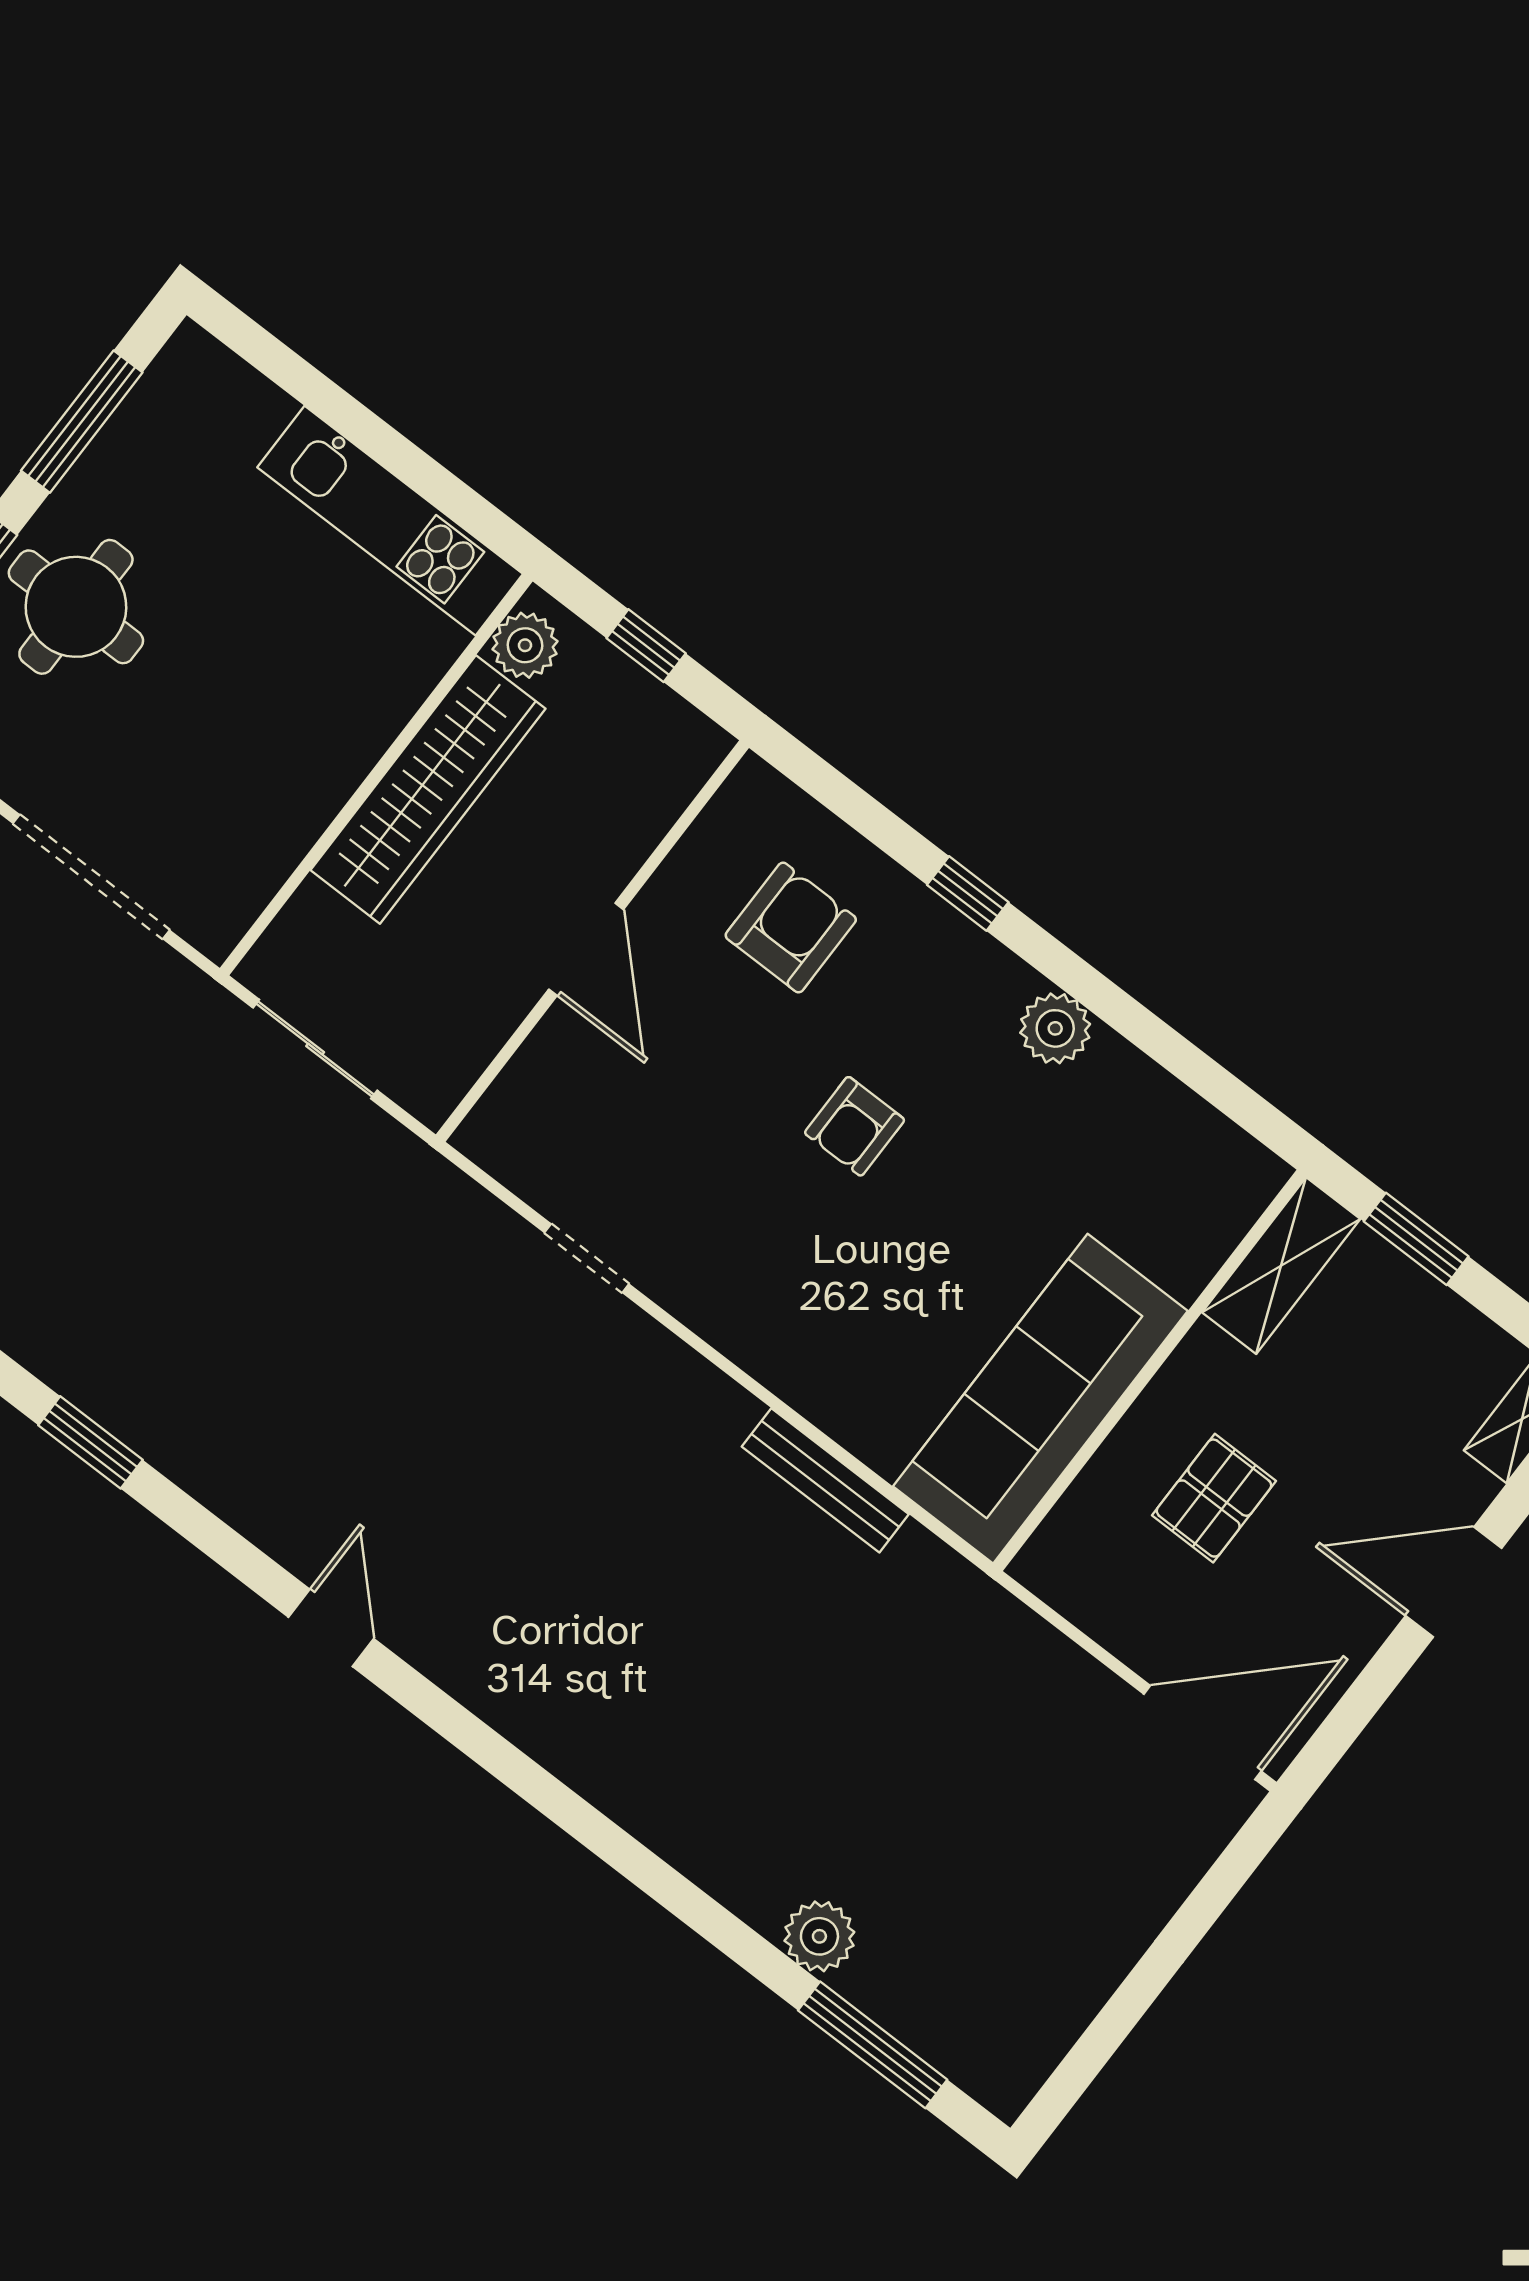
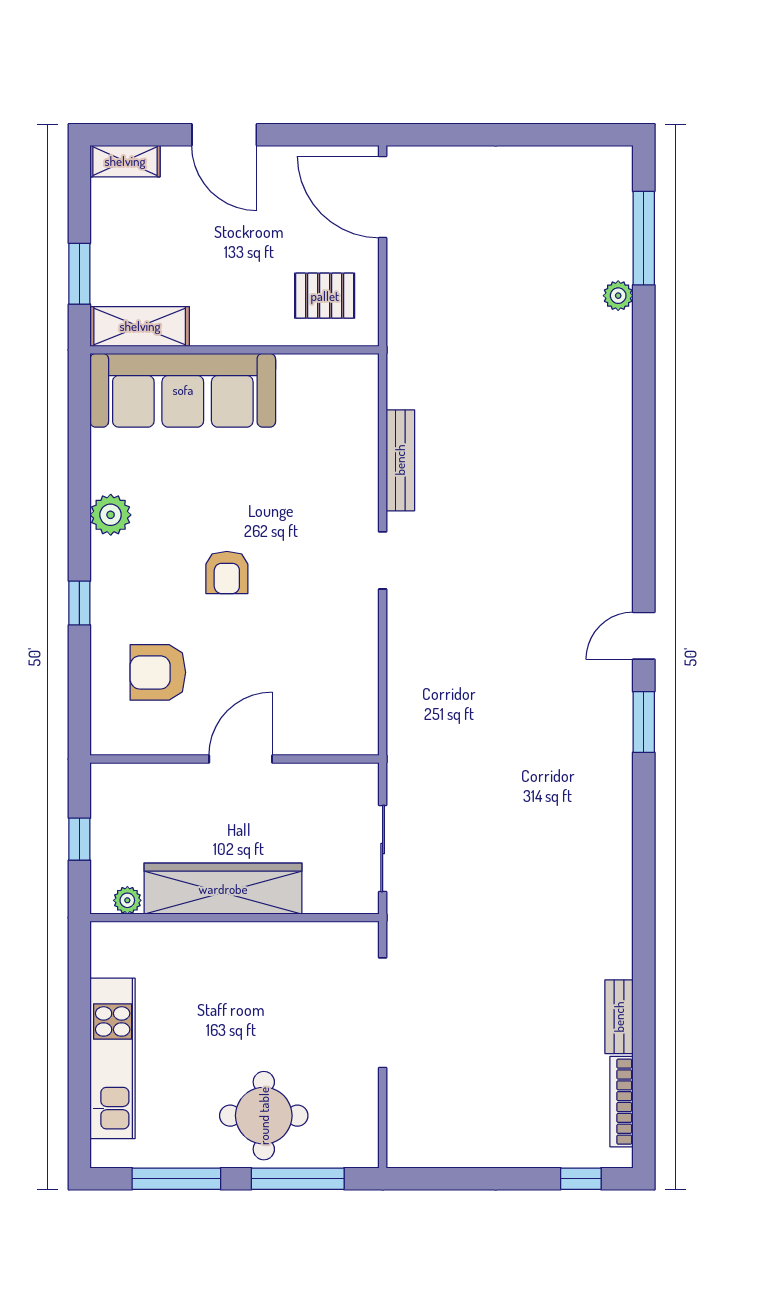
kitchen unit: (390, 521) -> (113, 1058), moved
plant: (525, 645) -> (127, 900), width x0.73, depth x0.73
armchair: (855, 1126) -> (227, 573), turned 90
doorway: (587, 1258) -> (383, 560), moved
sofa: (1040, 1399) -> (183, 390), moved
window: (90, 1442) -> (644, 722), moved
pallet: (1214, 1498) -> (325, 296), moved
plant: (819, 1936) -> (618, 296), width x0.73, depth x0.73

